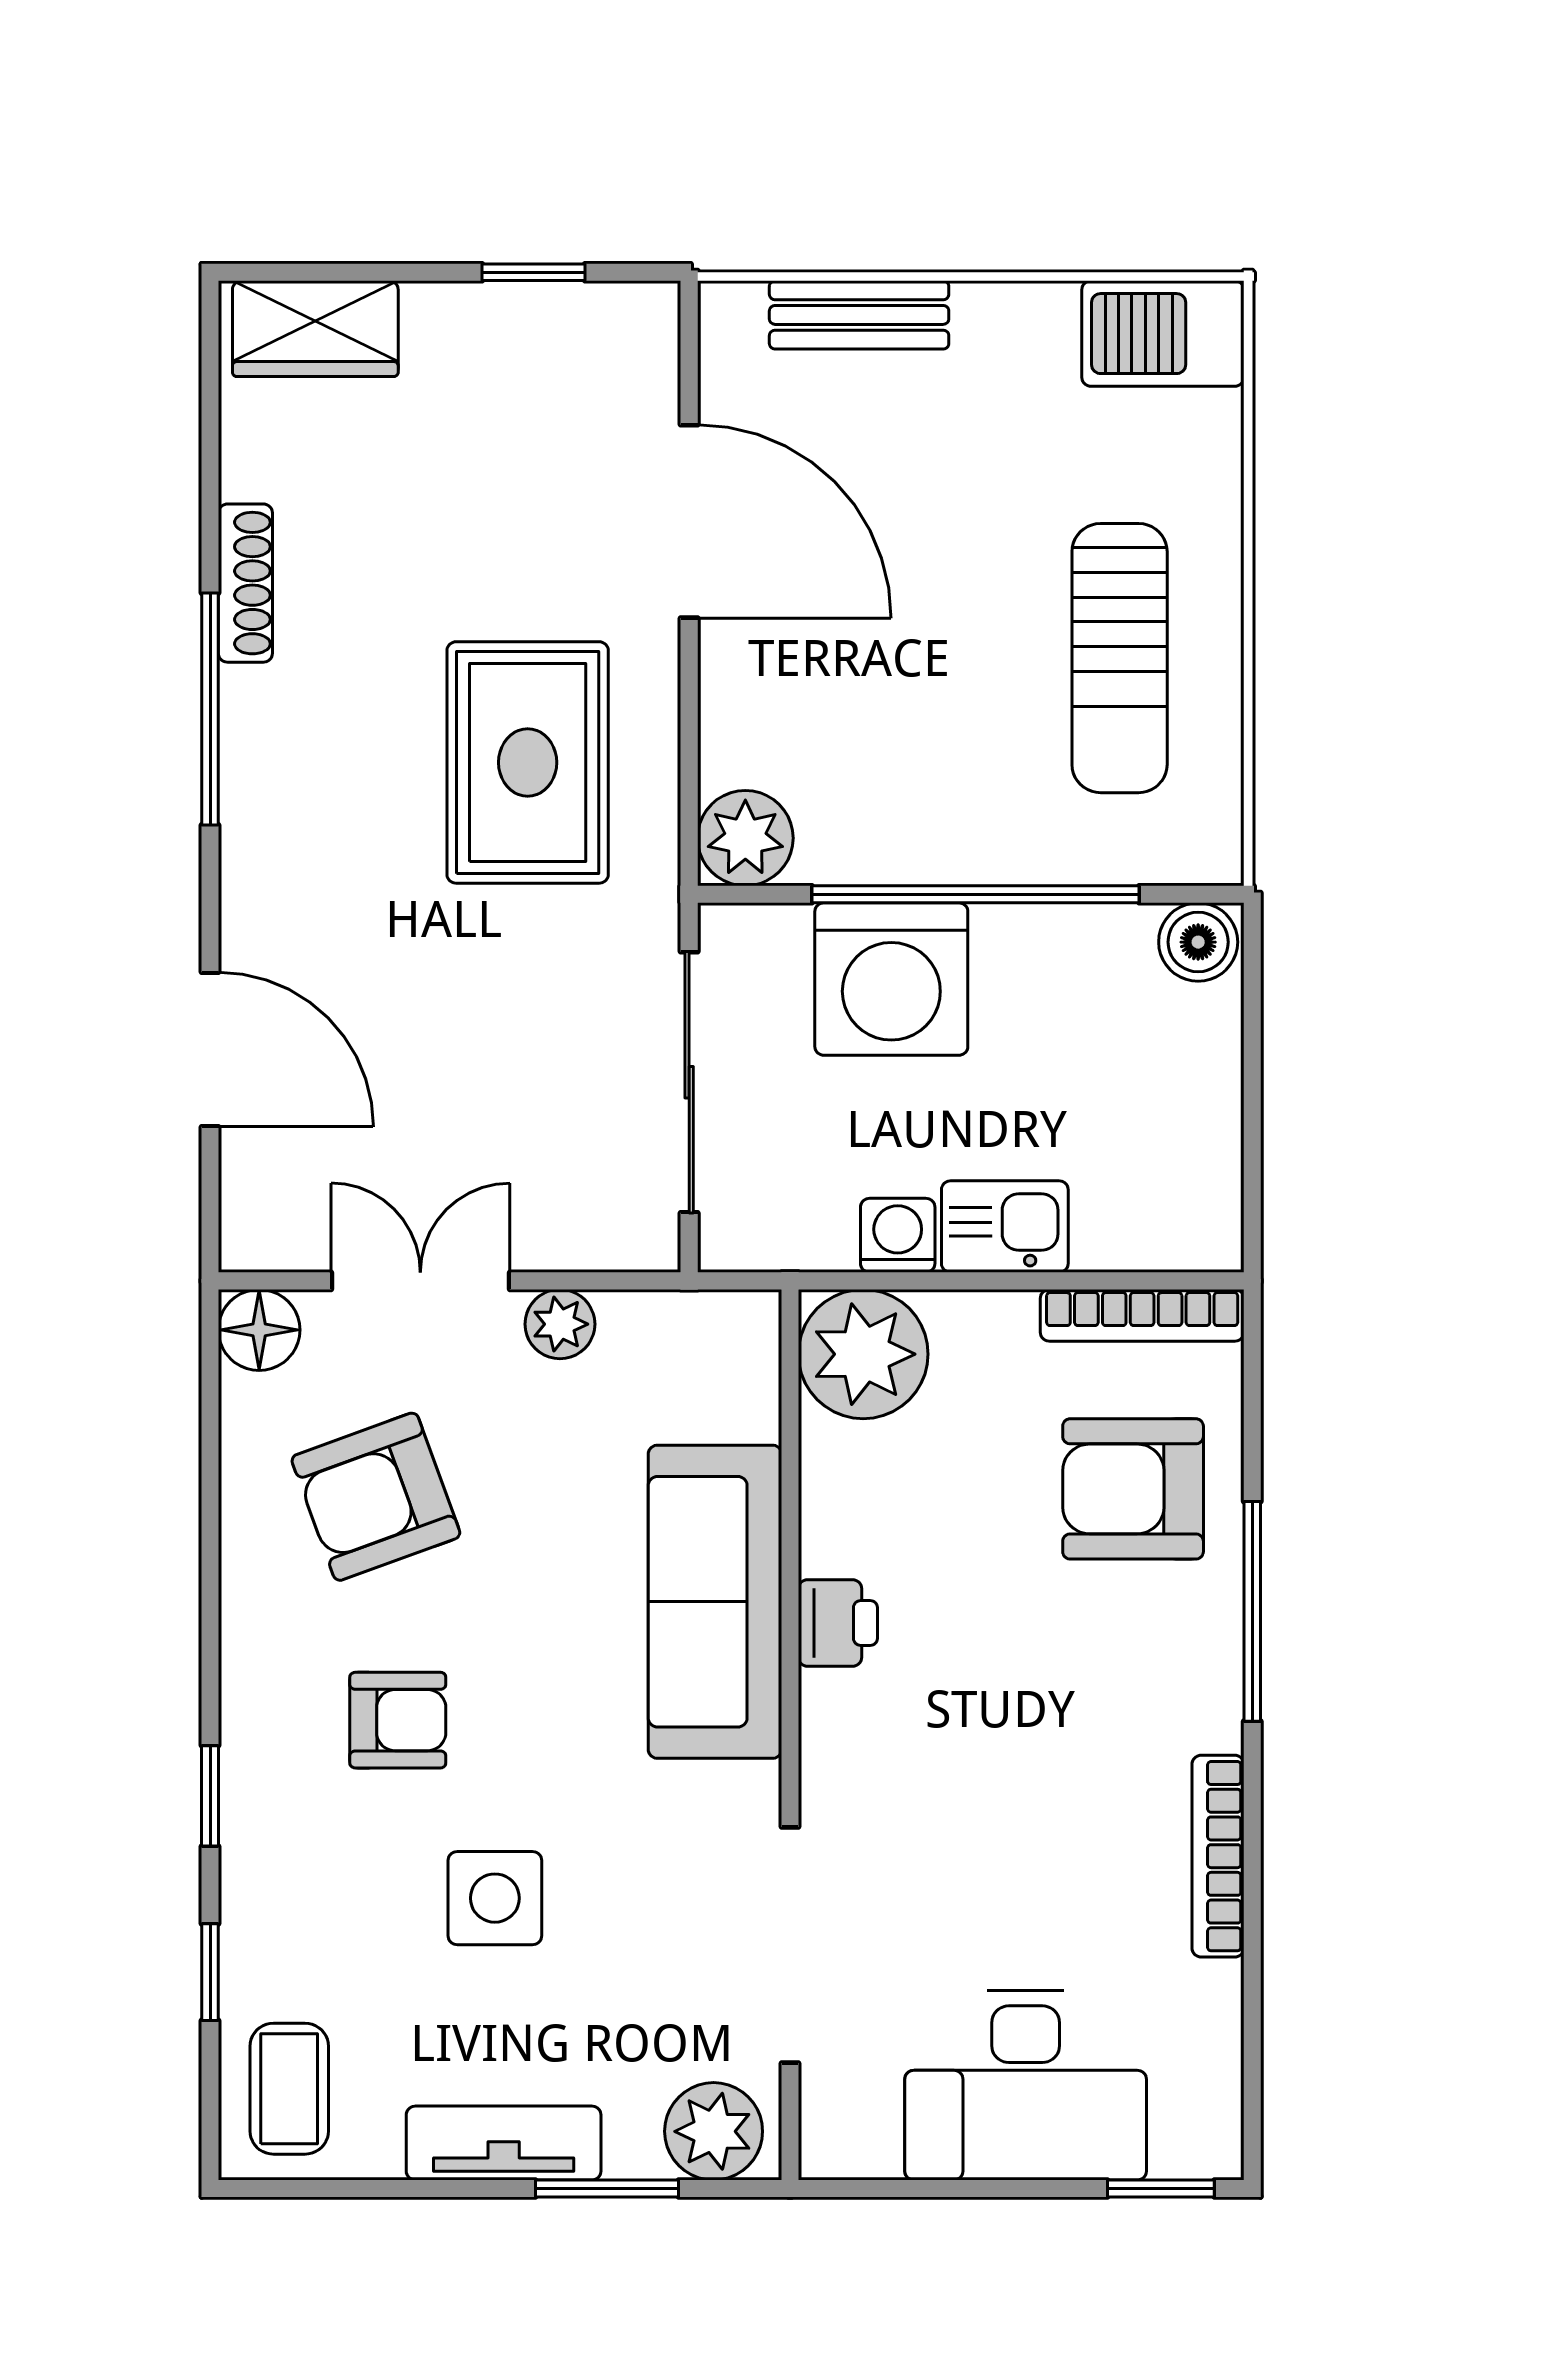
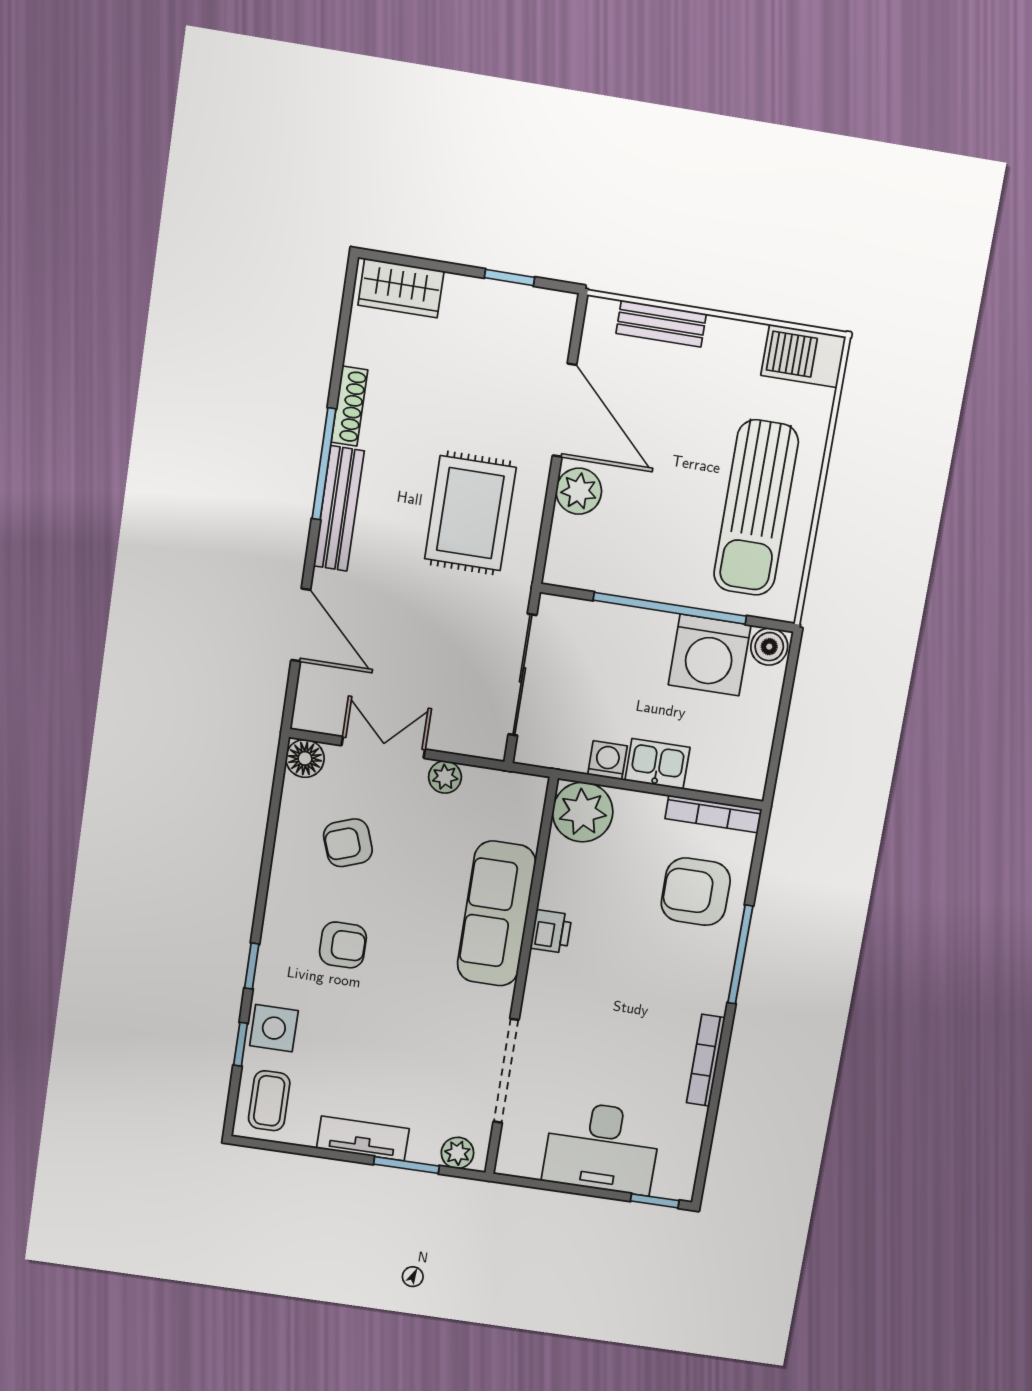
sun lounger: (1120, 658) -> (756, 508), width x1.36, depth x1.34
bench: (254, 796) -> (339, 508), added
plant: (745, 838) -> (579, 491), moved
washing machine: (891, 979) -> (710, 655), moved
armchair: (376, 1497) -> (348, 843), width x0.72, depth x0.72
side table: (495, 1898) -> (274, 1028), moved
plant: (714, 2131) -> (457, 1153), width x0.73, depth x0.73

